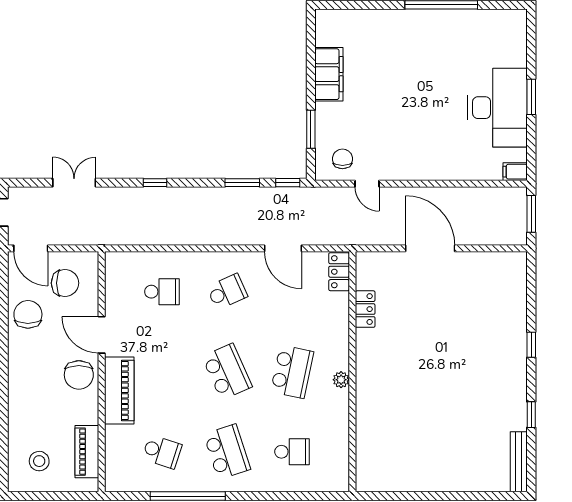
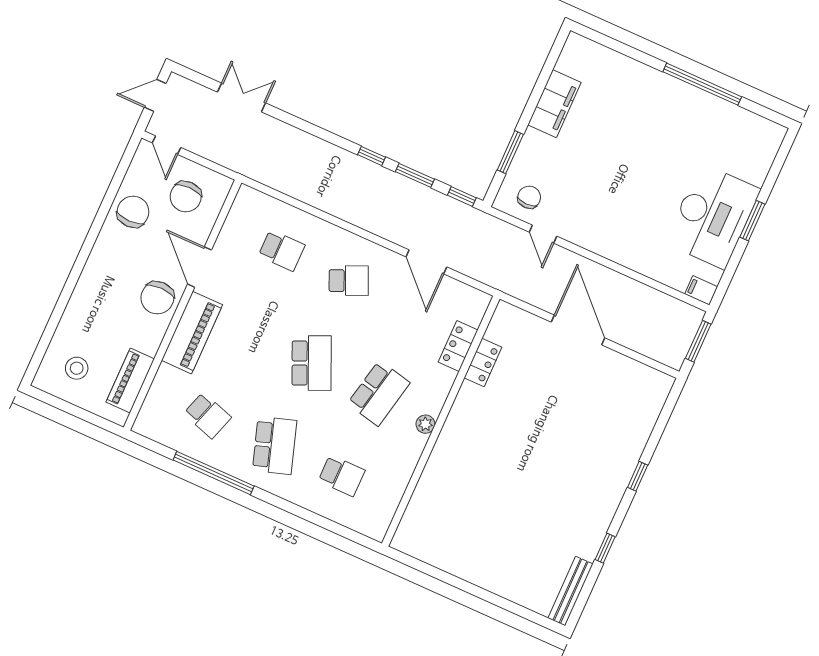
window: (155, 183) -> (372, 156), moved
door: (31, 248) -> (167, 145), width x0.73
locker: (339, 272) -> (458, 346), moved
chair: (65, 283) -> (186, 197), turned 90

